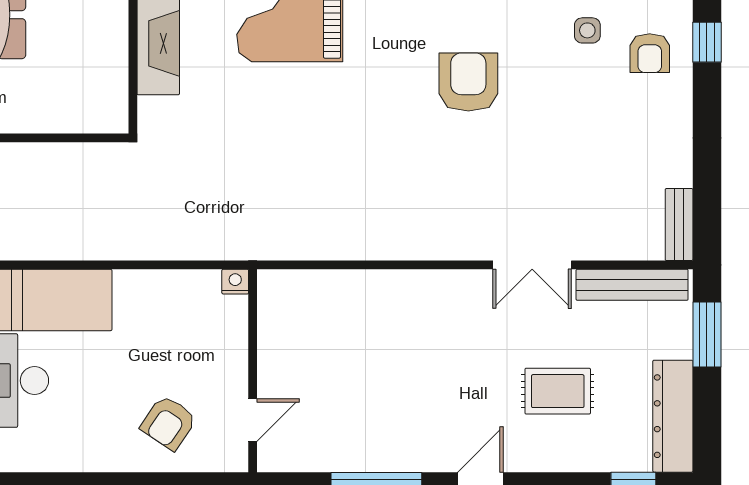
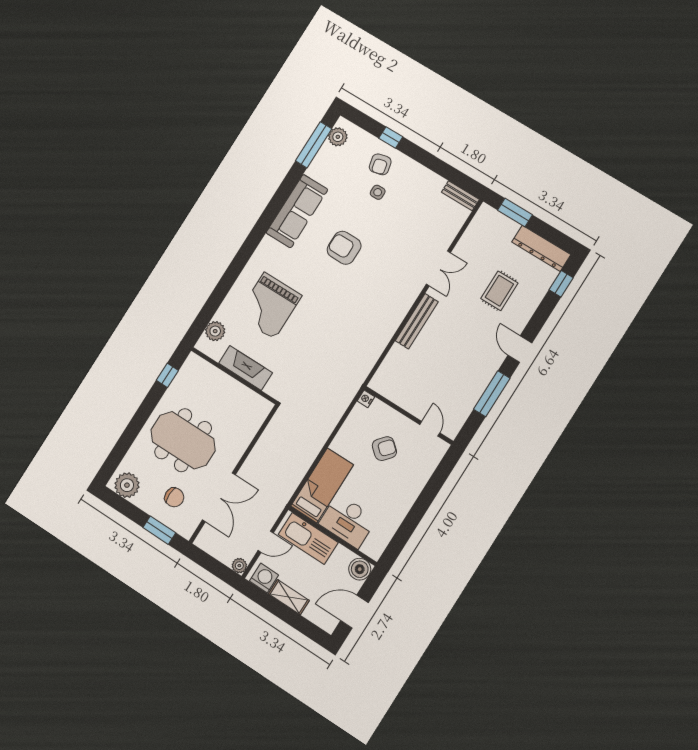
side table: (587, 30) -> (378, 192), moved
armchair: (650, 53) -> (380, 164), turned 77
bench: (632, 285) -> (417, 321), moved
armchair: (169, 423) -> (384, 449), moved, turned -83

